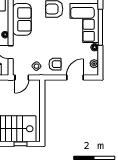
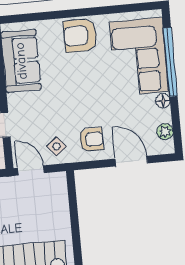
door: (22, 78) -> (31, 170), swing flipped
door: (75, 78) -> (131, 161), hinge flipped

